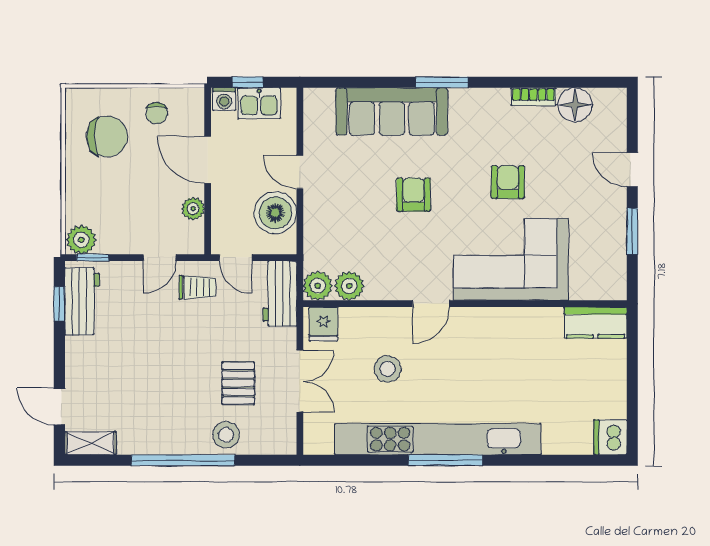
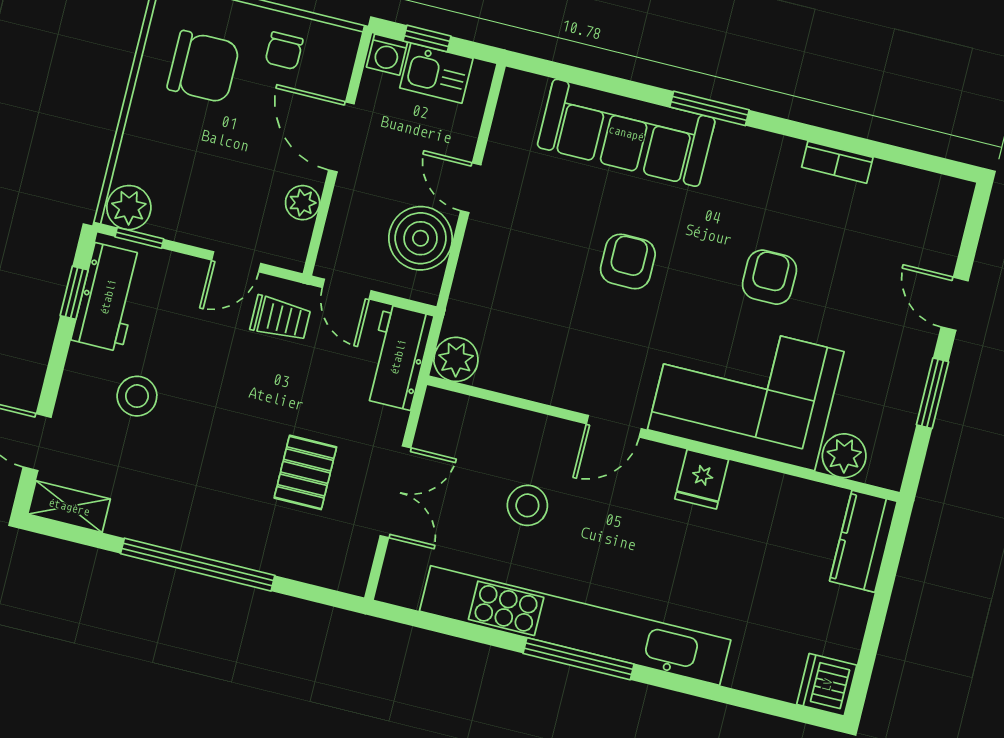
floor lamp: (575, 105) -> (895, 189), removed
plant: (349, 286) -> (844, 456), moved
kitchen counter: (596, 323) -> (863, 541), moved, turned 90
fridge: (323, 324) -> (702, 479), moved
stool: (226, 435) -> (137, 396), moved

